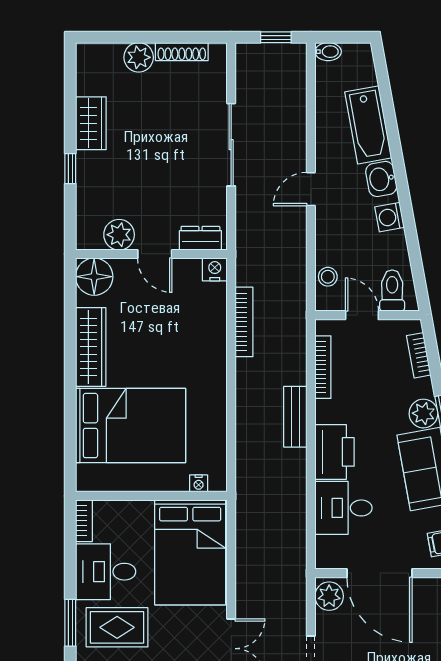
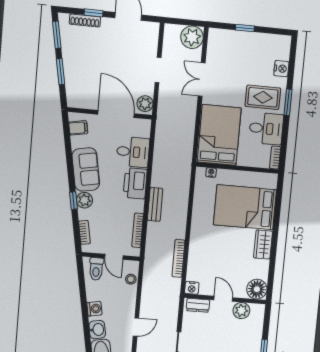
wardrobe: (91, 347) -> (263, 244), width x0.67

